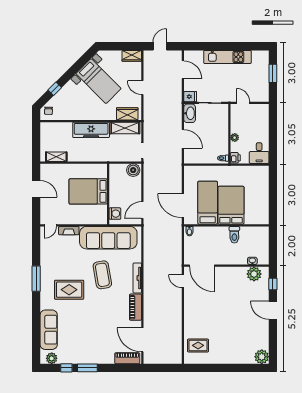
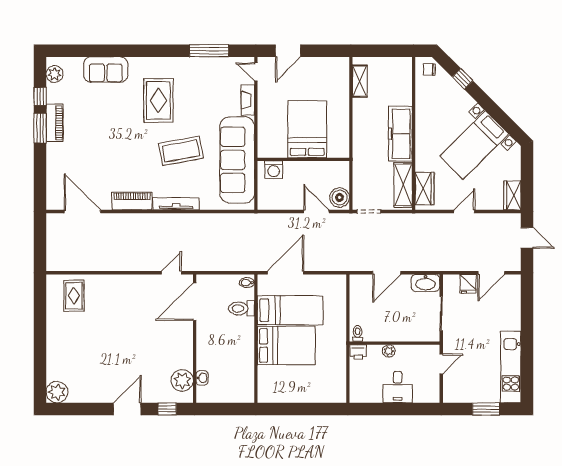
kitchen unit: (227, 57) -> (511, 367), moved
fridge: (190, 97) -> (468, 284), moved
desk: (259, 153) -> (398, 387), moved, turned -90
door: (36, 189) -> (288, 51), moved
door: (142, 210) -> (316, 211), moved
toilet: (234, 235) -> (242, 308), moved
window: (36, 279) -> (209, 51), moved
sofa: (49, 330) -> (106, 70), width x0.73
door: (142, 340) -> (82, 211), hinge flipped
piano: (127, 358) -> (55, 123), moved

